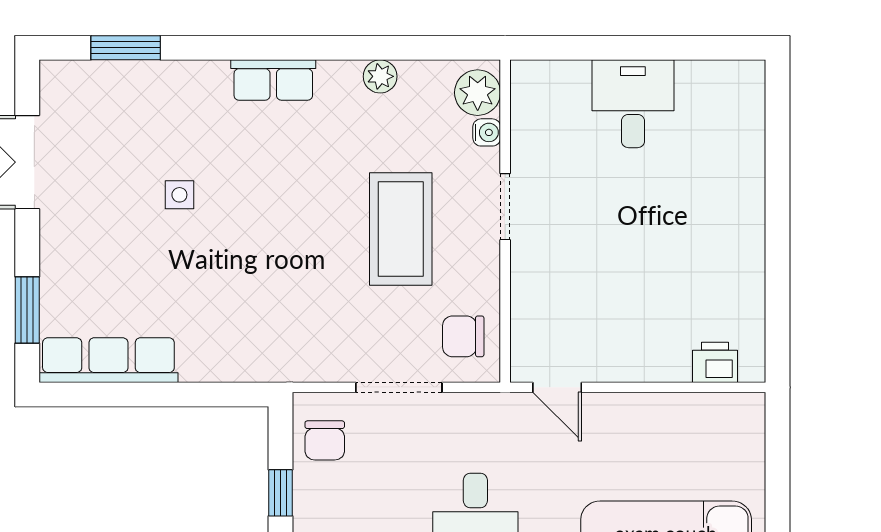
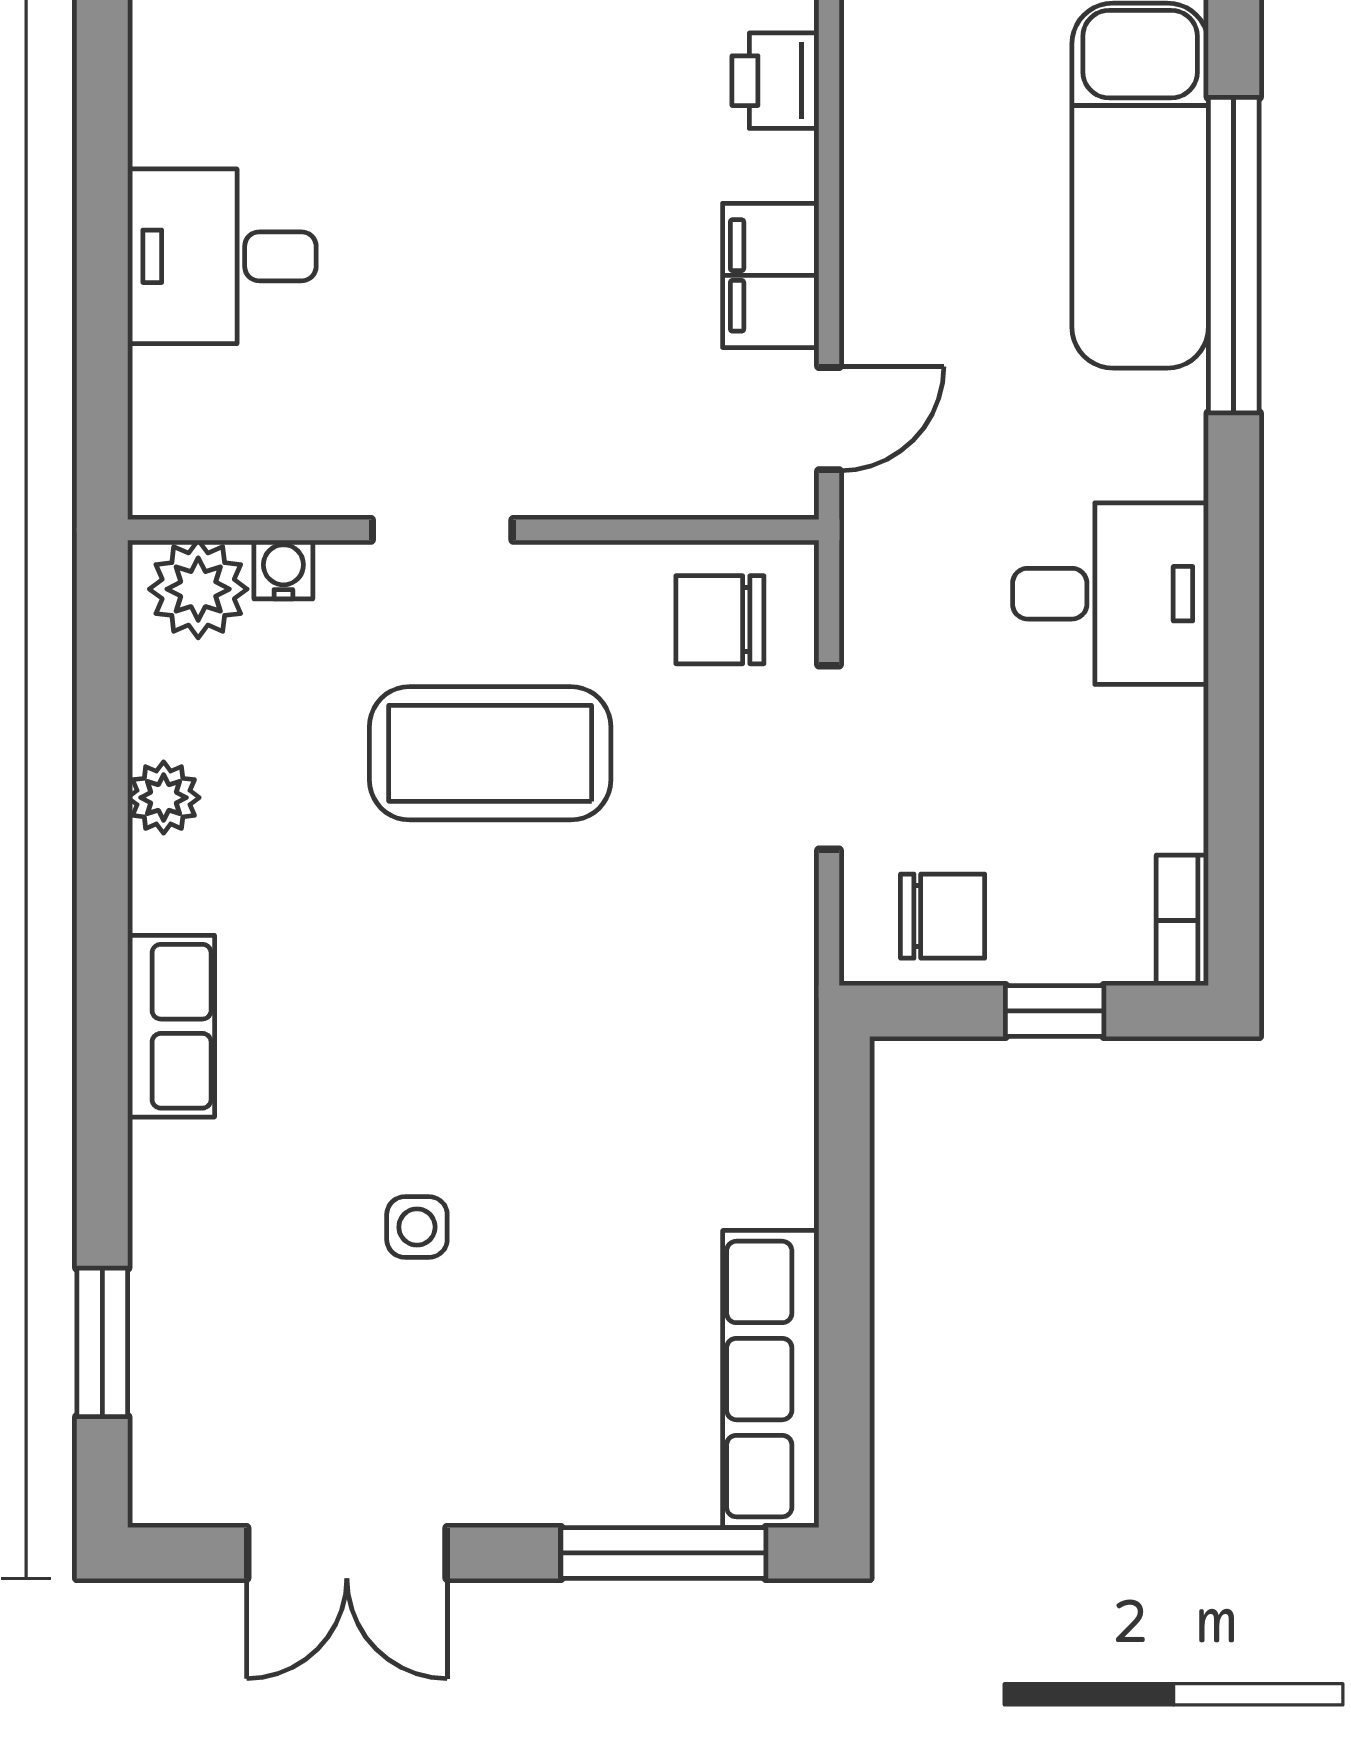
window: (27, 310) -> (663, 1553), width x1.44
chair: (463, 336) -> (720, 620), turned 90
filing cabinet: (624, 360) -> (771, 275), added

